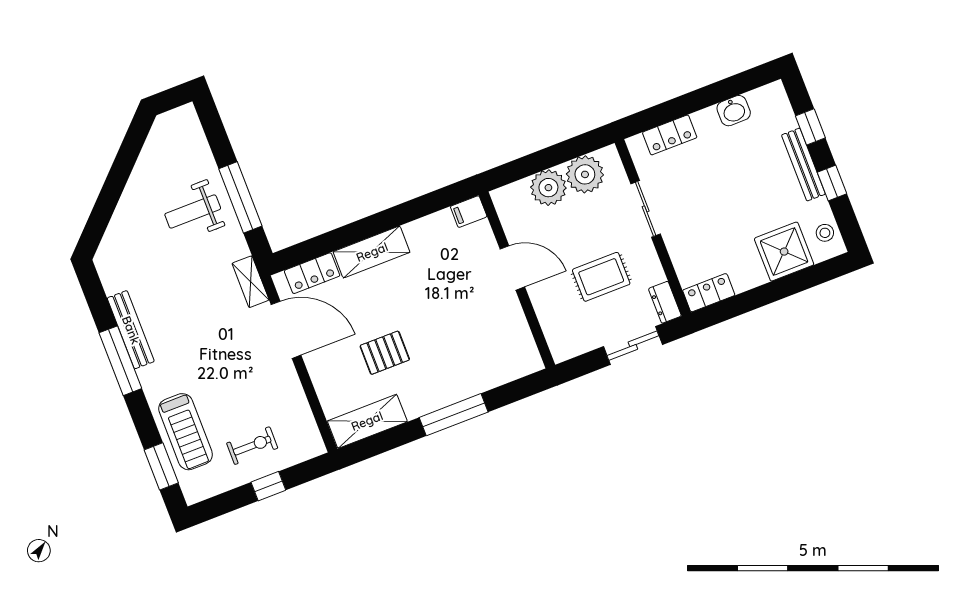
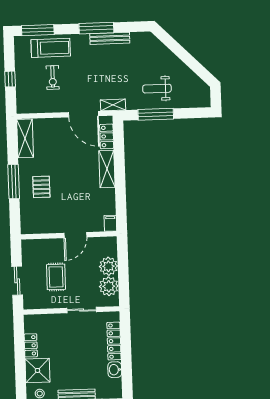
locker: (670, 135) -> (114, 341), width x1.53
weight bench: (193, 211) -> (157, 89), turned -90
locker: (709, 293) -> (31, 345), moved
dresser: (665, 302) -> (33, 304), removed
door: (286, 330) -> (83, 114), hinge flipped
pallet: (385, 353) -> (41, 187), moved
treadmill: (186, 432) -> (51, 48), turned 180
exercise bike: (252, 446) -> (53, 78), moved
window: (161, 466) -> (38, 30), width x1.44

